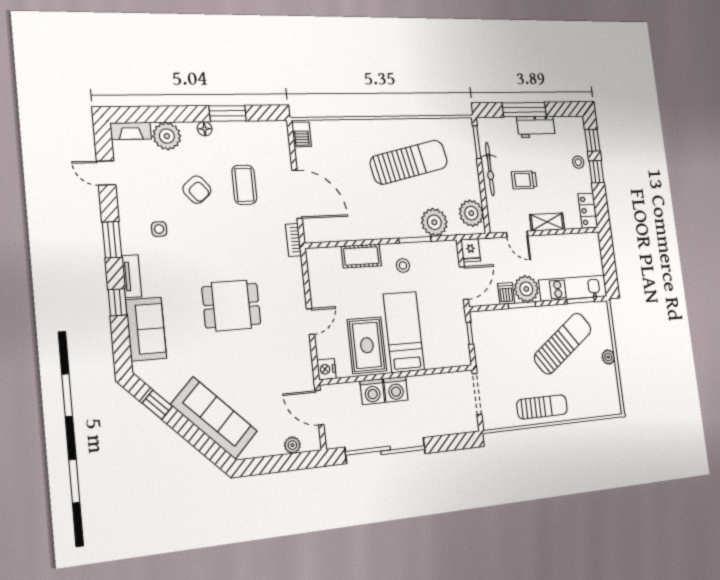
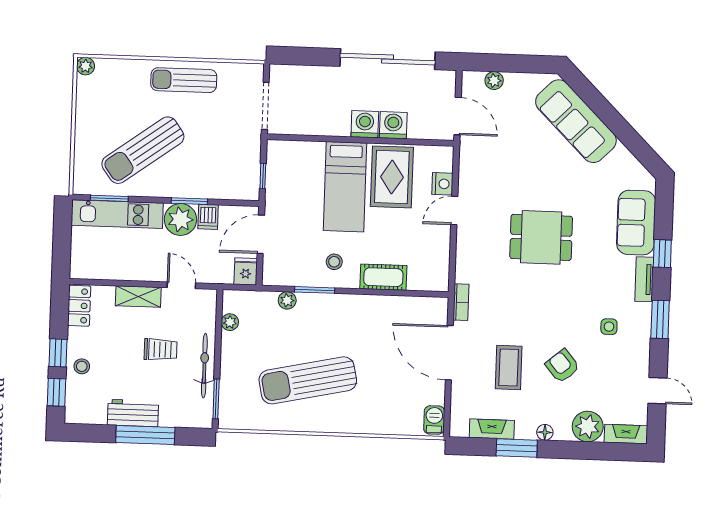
fireplace: (252, 129) -> (492, 429), added
plant: (471, 213) -> (230, 322), width x0.53, depth x0.53
plant: (434, 222) -> (287, 300), width x0.53, depth x0.53
plant: (608, 357) -> (86, 66), moved
nightstand: (326, 369) -> (442, 184), moved
window: (157, 405) -> (634, 143), removed

